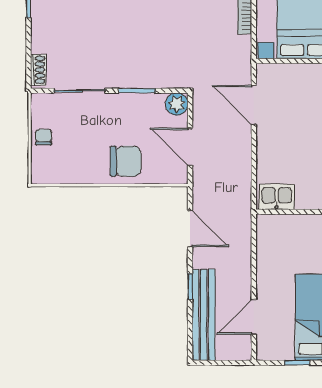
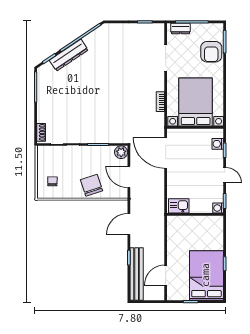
door: (254, 105) -> (166, 153), width x1.36
chair: (44, 137) -> (52, 181), moved
chair: (125, 161) -> (92, 185), turned -108
door: (190, 229) -> (129, 224), swing flipped

